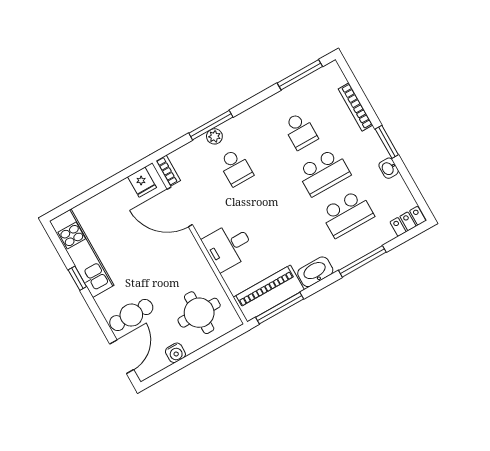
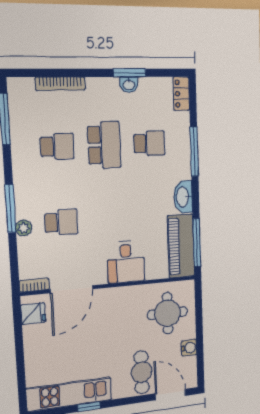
window: (211, 125) -> (10, 208), moved
window: (387, 142) -> (130, 73), moved
school desk: (347, 214) -> (149, 143), width x0.54

